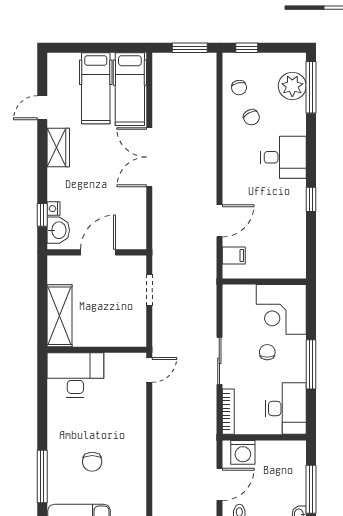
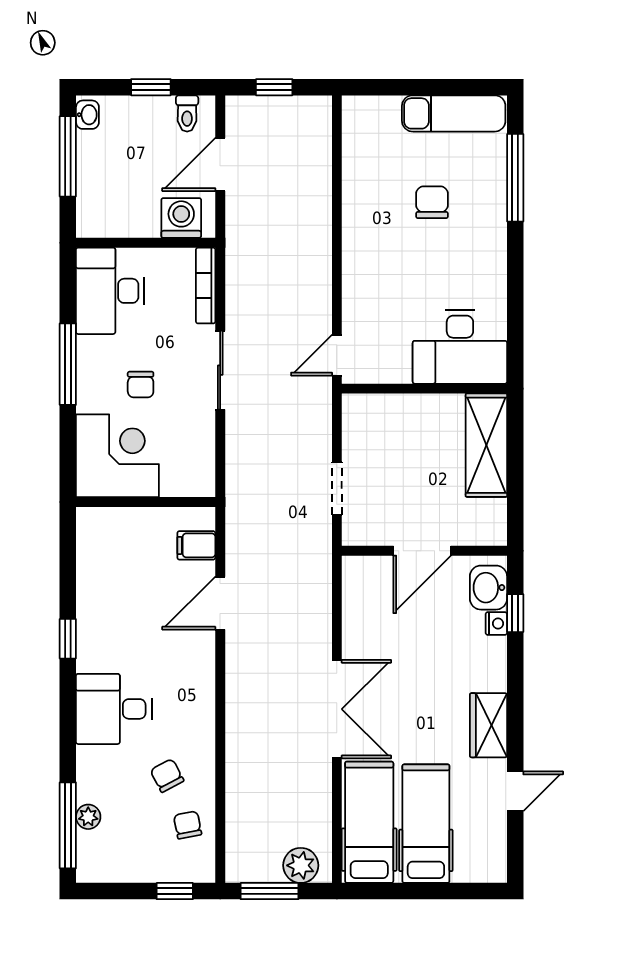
plant: (171, 63) -> (301, 865), added
plant: (292, 86) -> (88, 817), width x0.53, depth x0.53

